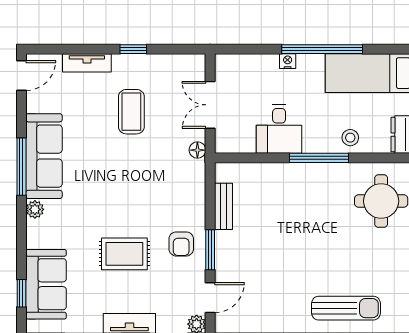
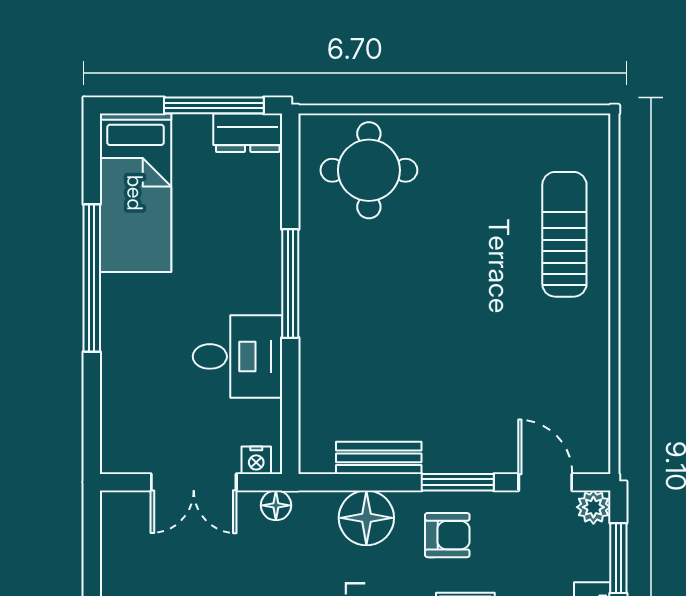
nightstand: (288, 61) -> (256, 460), moved, turned -90
stool: (350, 138) -> (253, 227), removed
floor lamp: (191, 200) -> (366, 518), added

